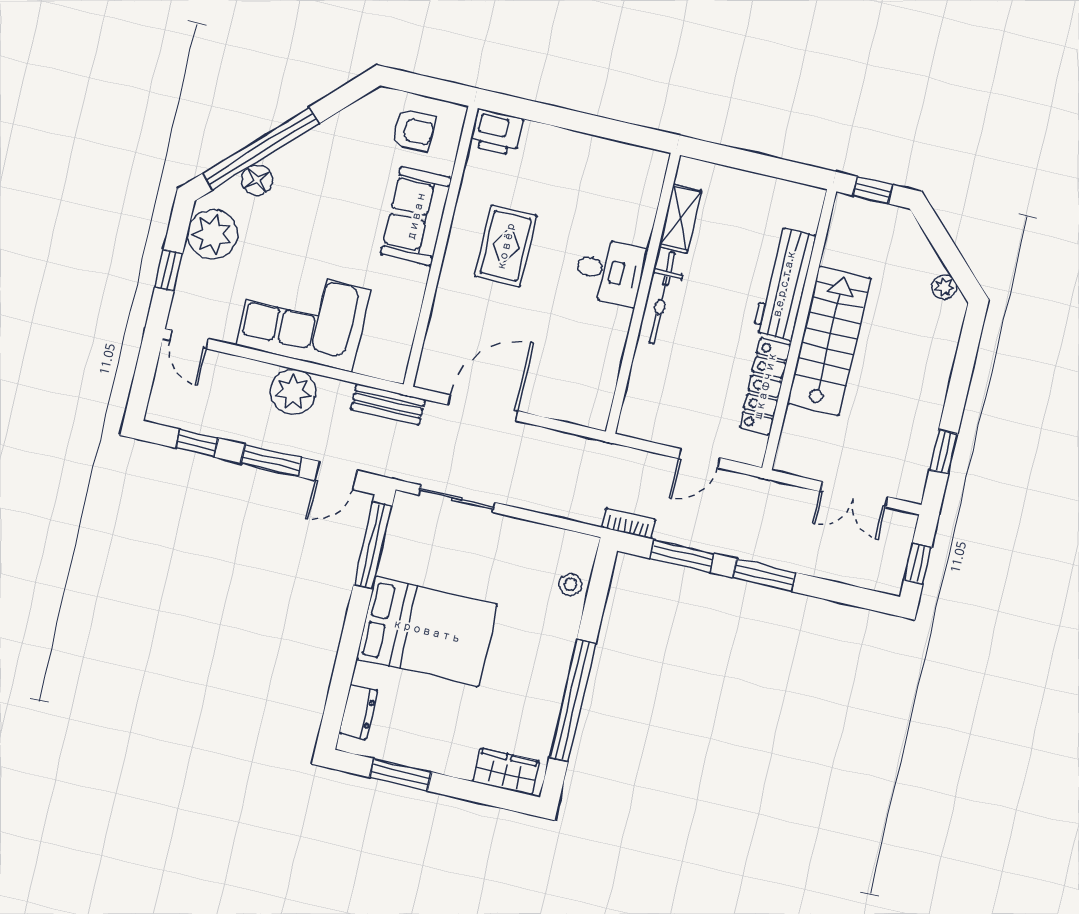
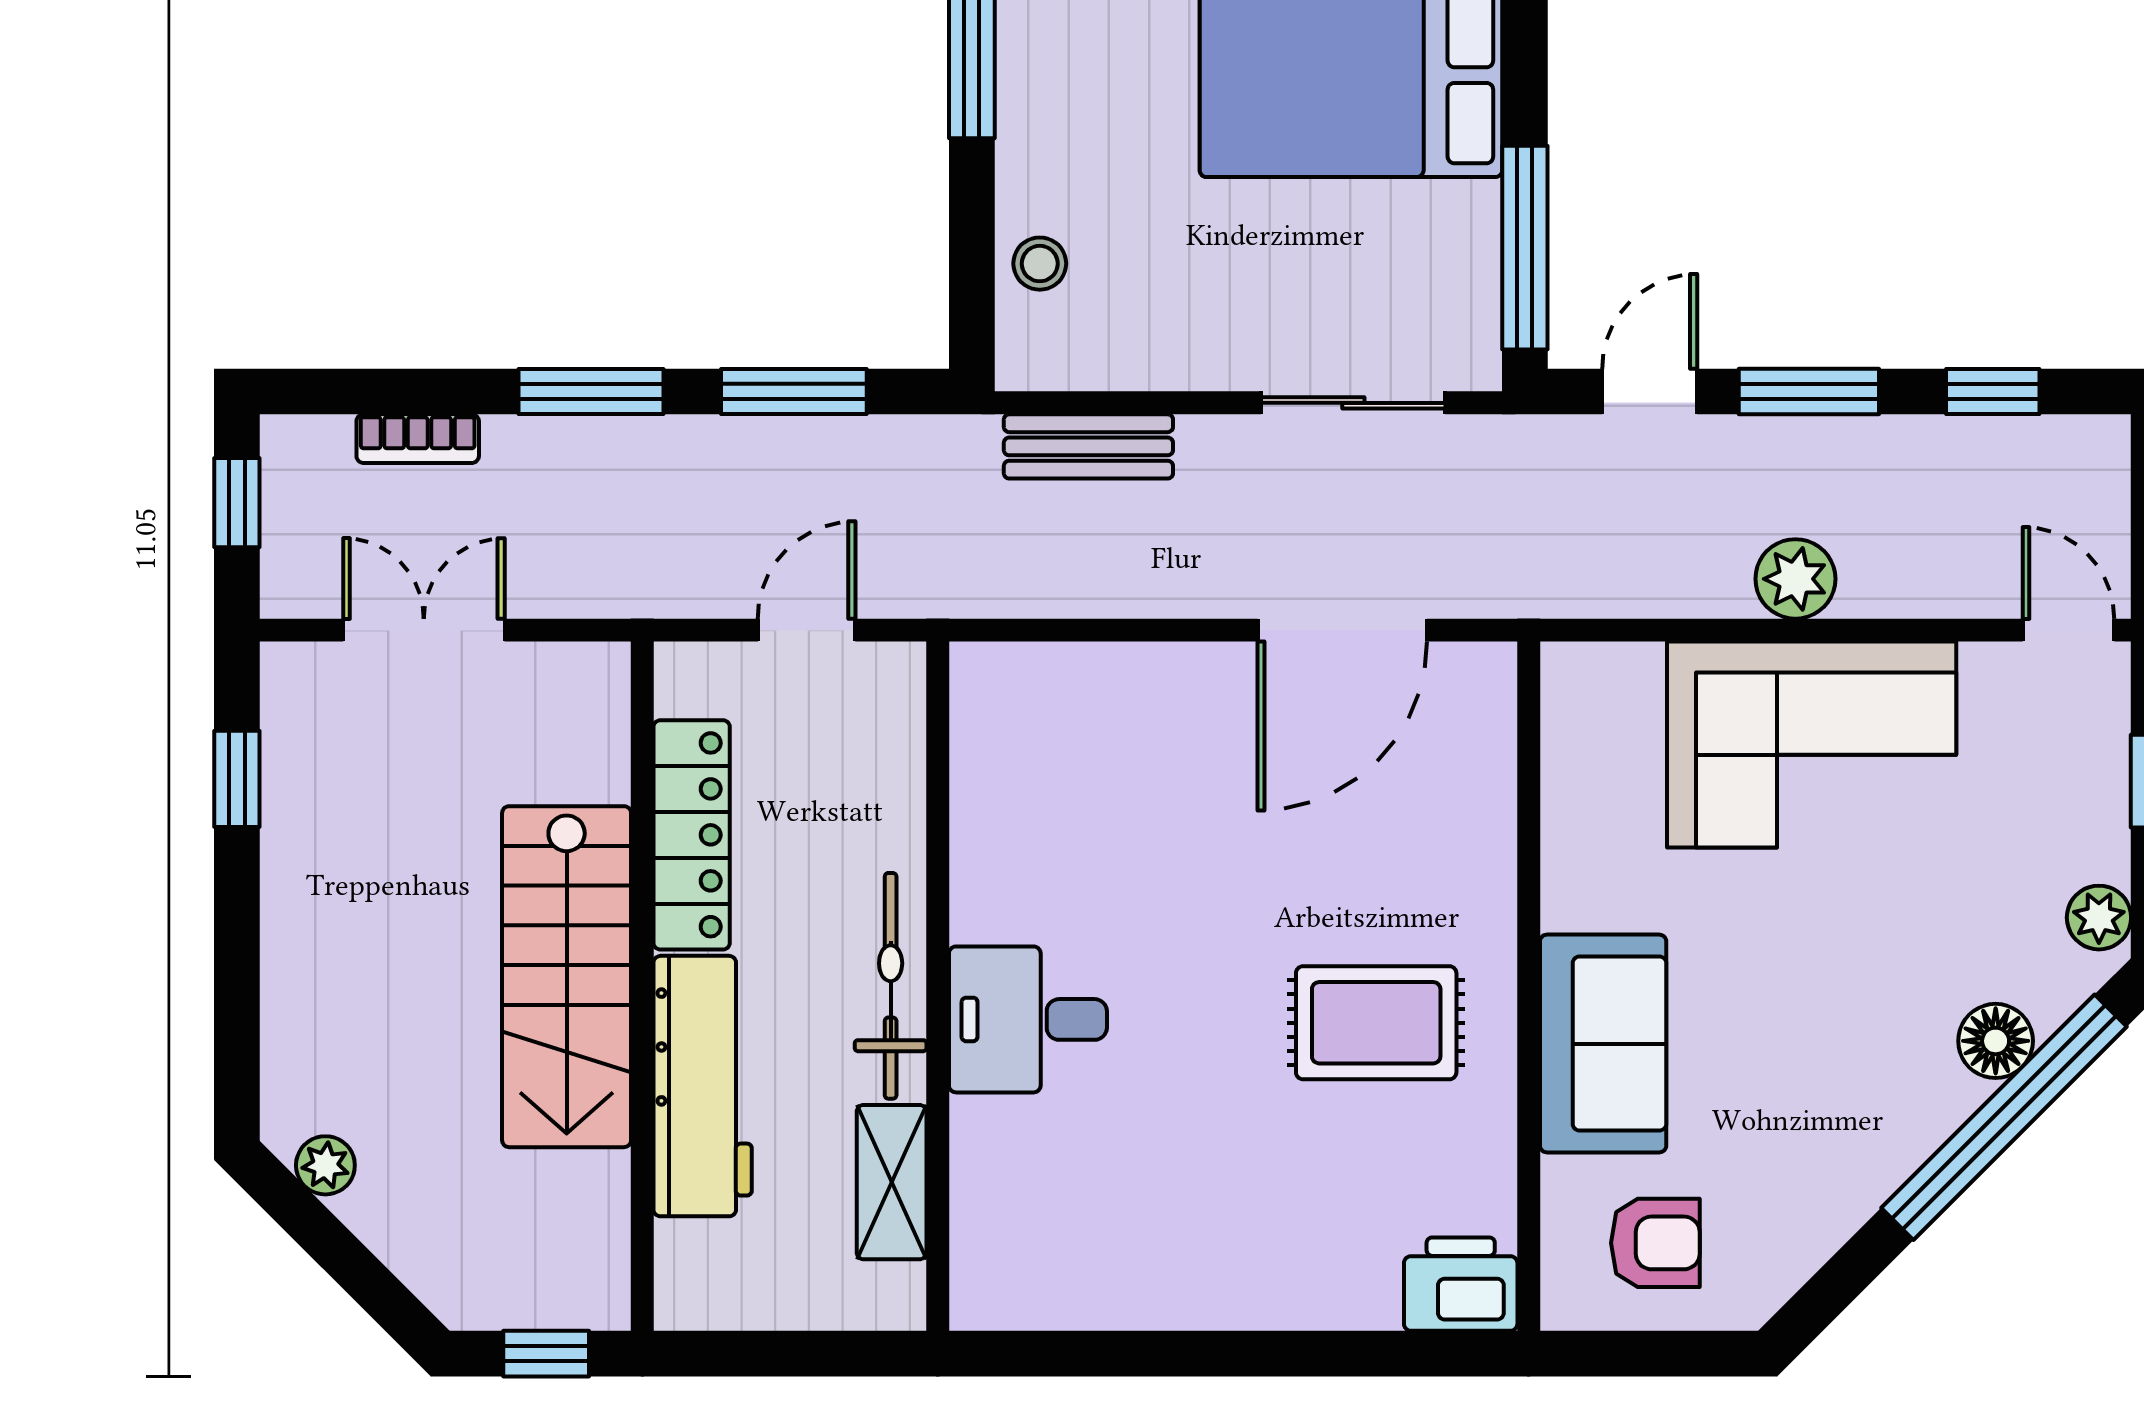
armchair: (414, 131) -> (1655, 1243), turned 180
shelving: (680, 218) -> (892, 1182), moved
plant: (212, 234) -> (2099, 918), width x0.53, depth x0.53
rug: (506, 246) -> (1376, 1023), turned 90
desk: (610, 271) -> (1028, 1019), moved
wall: (643, 293) -> (938, 986), moved
bicycle: (662, 298) -> (891, 986), moved
plant: (293, 392) -> (1795, 579), width x0.73, depth x0.73
bench: (388, 404) -> (1088, 446), moved
bookcase: (629, 523) -> (418, 439), moved

